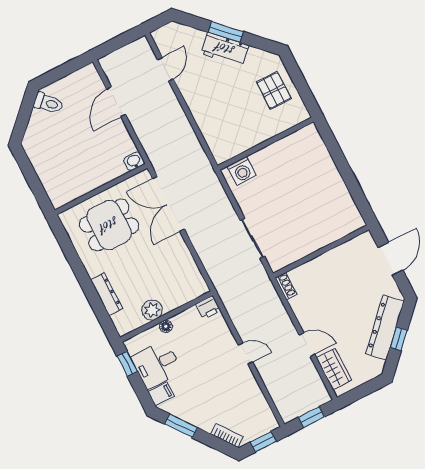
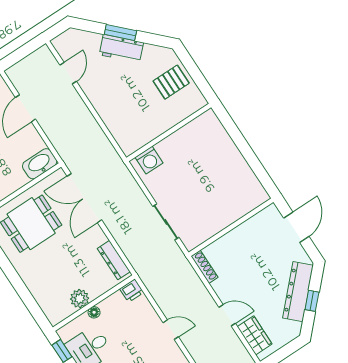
pallet: (274, 90) -> (171, 82), turned 90
washbasin: (134, 161) -> (40, 164), width x1.91, depth x1.45
shoe rack: (286, 286) -> (204, 267), width x1.43
dresser: (107, 294) -> (114, 260), moved, turned 180

